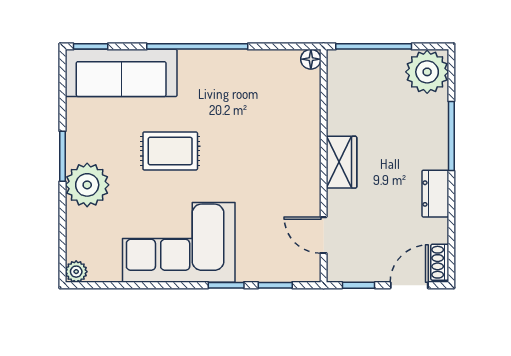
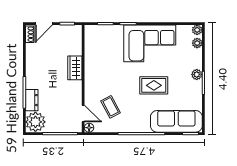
coffee table: (264, 105) -> (111, 107), added
wardrobe: (341, 162) -> (75, 68), moved
plant: (87, 185) -> (197, 74), width x0.53, depth x0.53
dresser: (435, 194) -> (32, 100), moved
door: (324, 235) -> (83, 113), moved
plant: (76, 243) -> (197, 43), added

